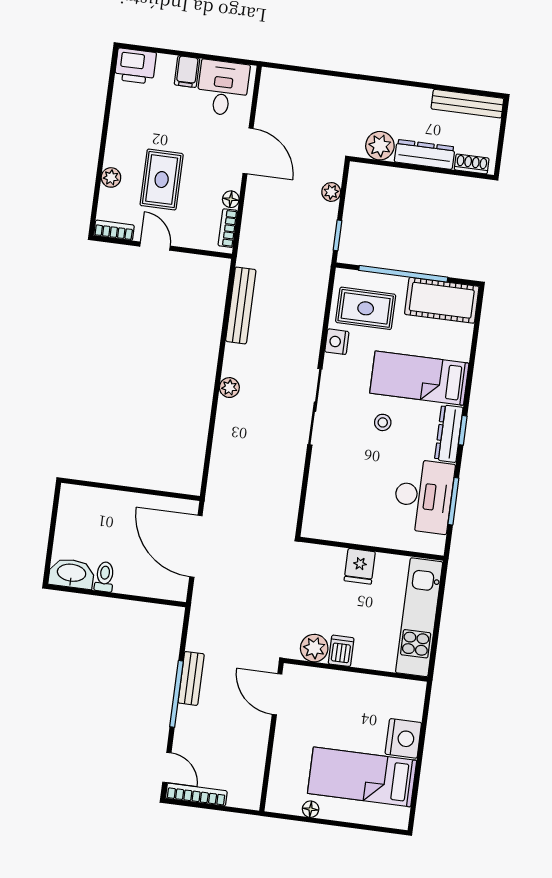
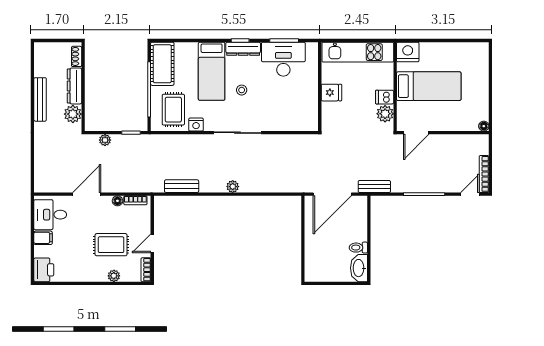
bench: (467, 104) -> (40, 99), moved
bench: (241, 305) -> (182, 186), width x0.73
bench: (191, 678) -> (374, 187), moved
nightstand: (403, 738) -> (408, 52), moved
bed: (362, 777) -> (429, 86), moved, turned -90
floor lamp: (311, 809) -> (484, 126), moved

